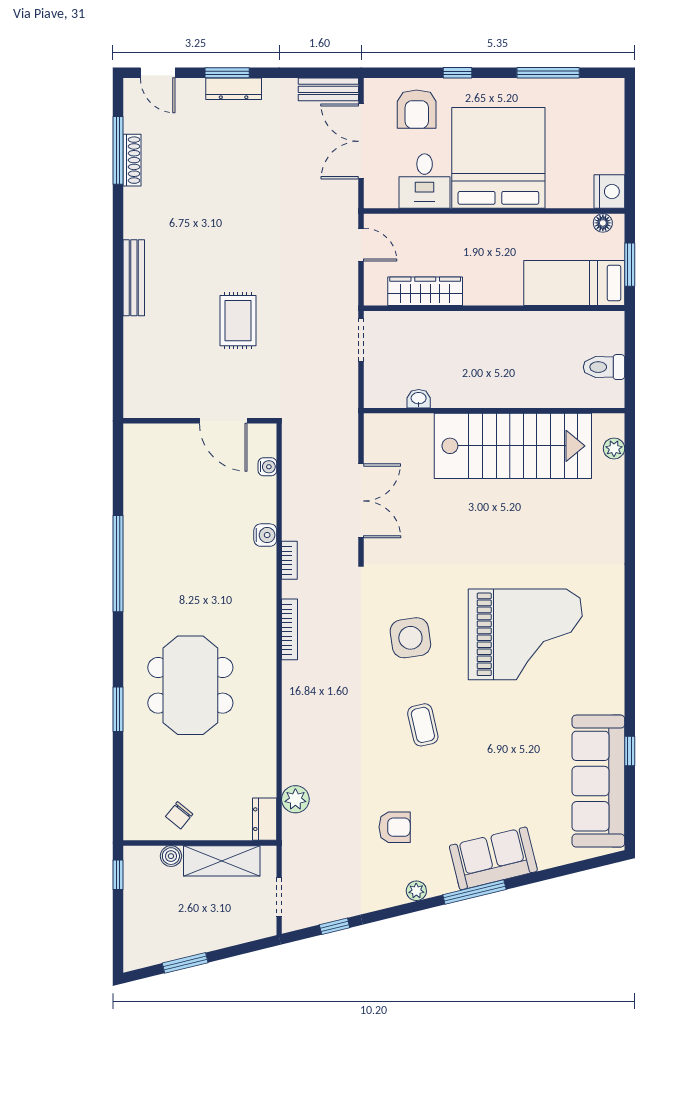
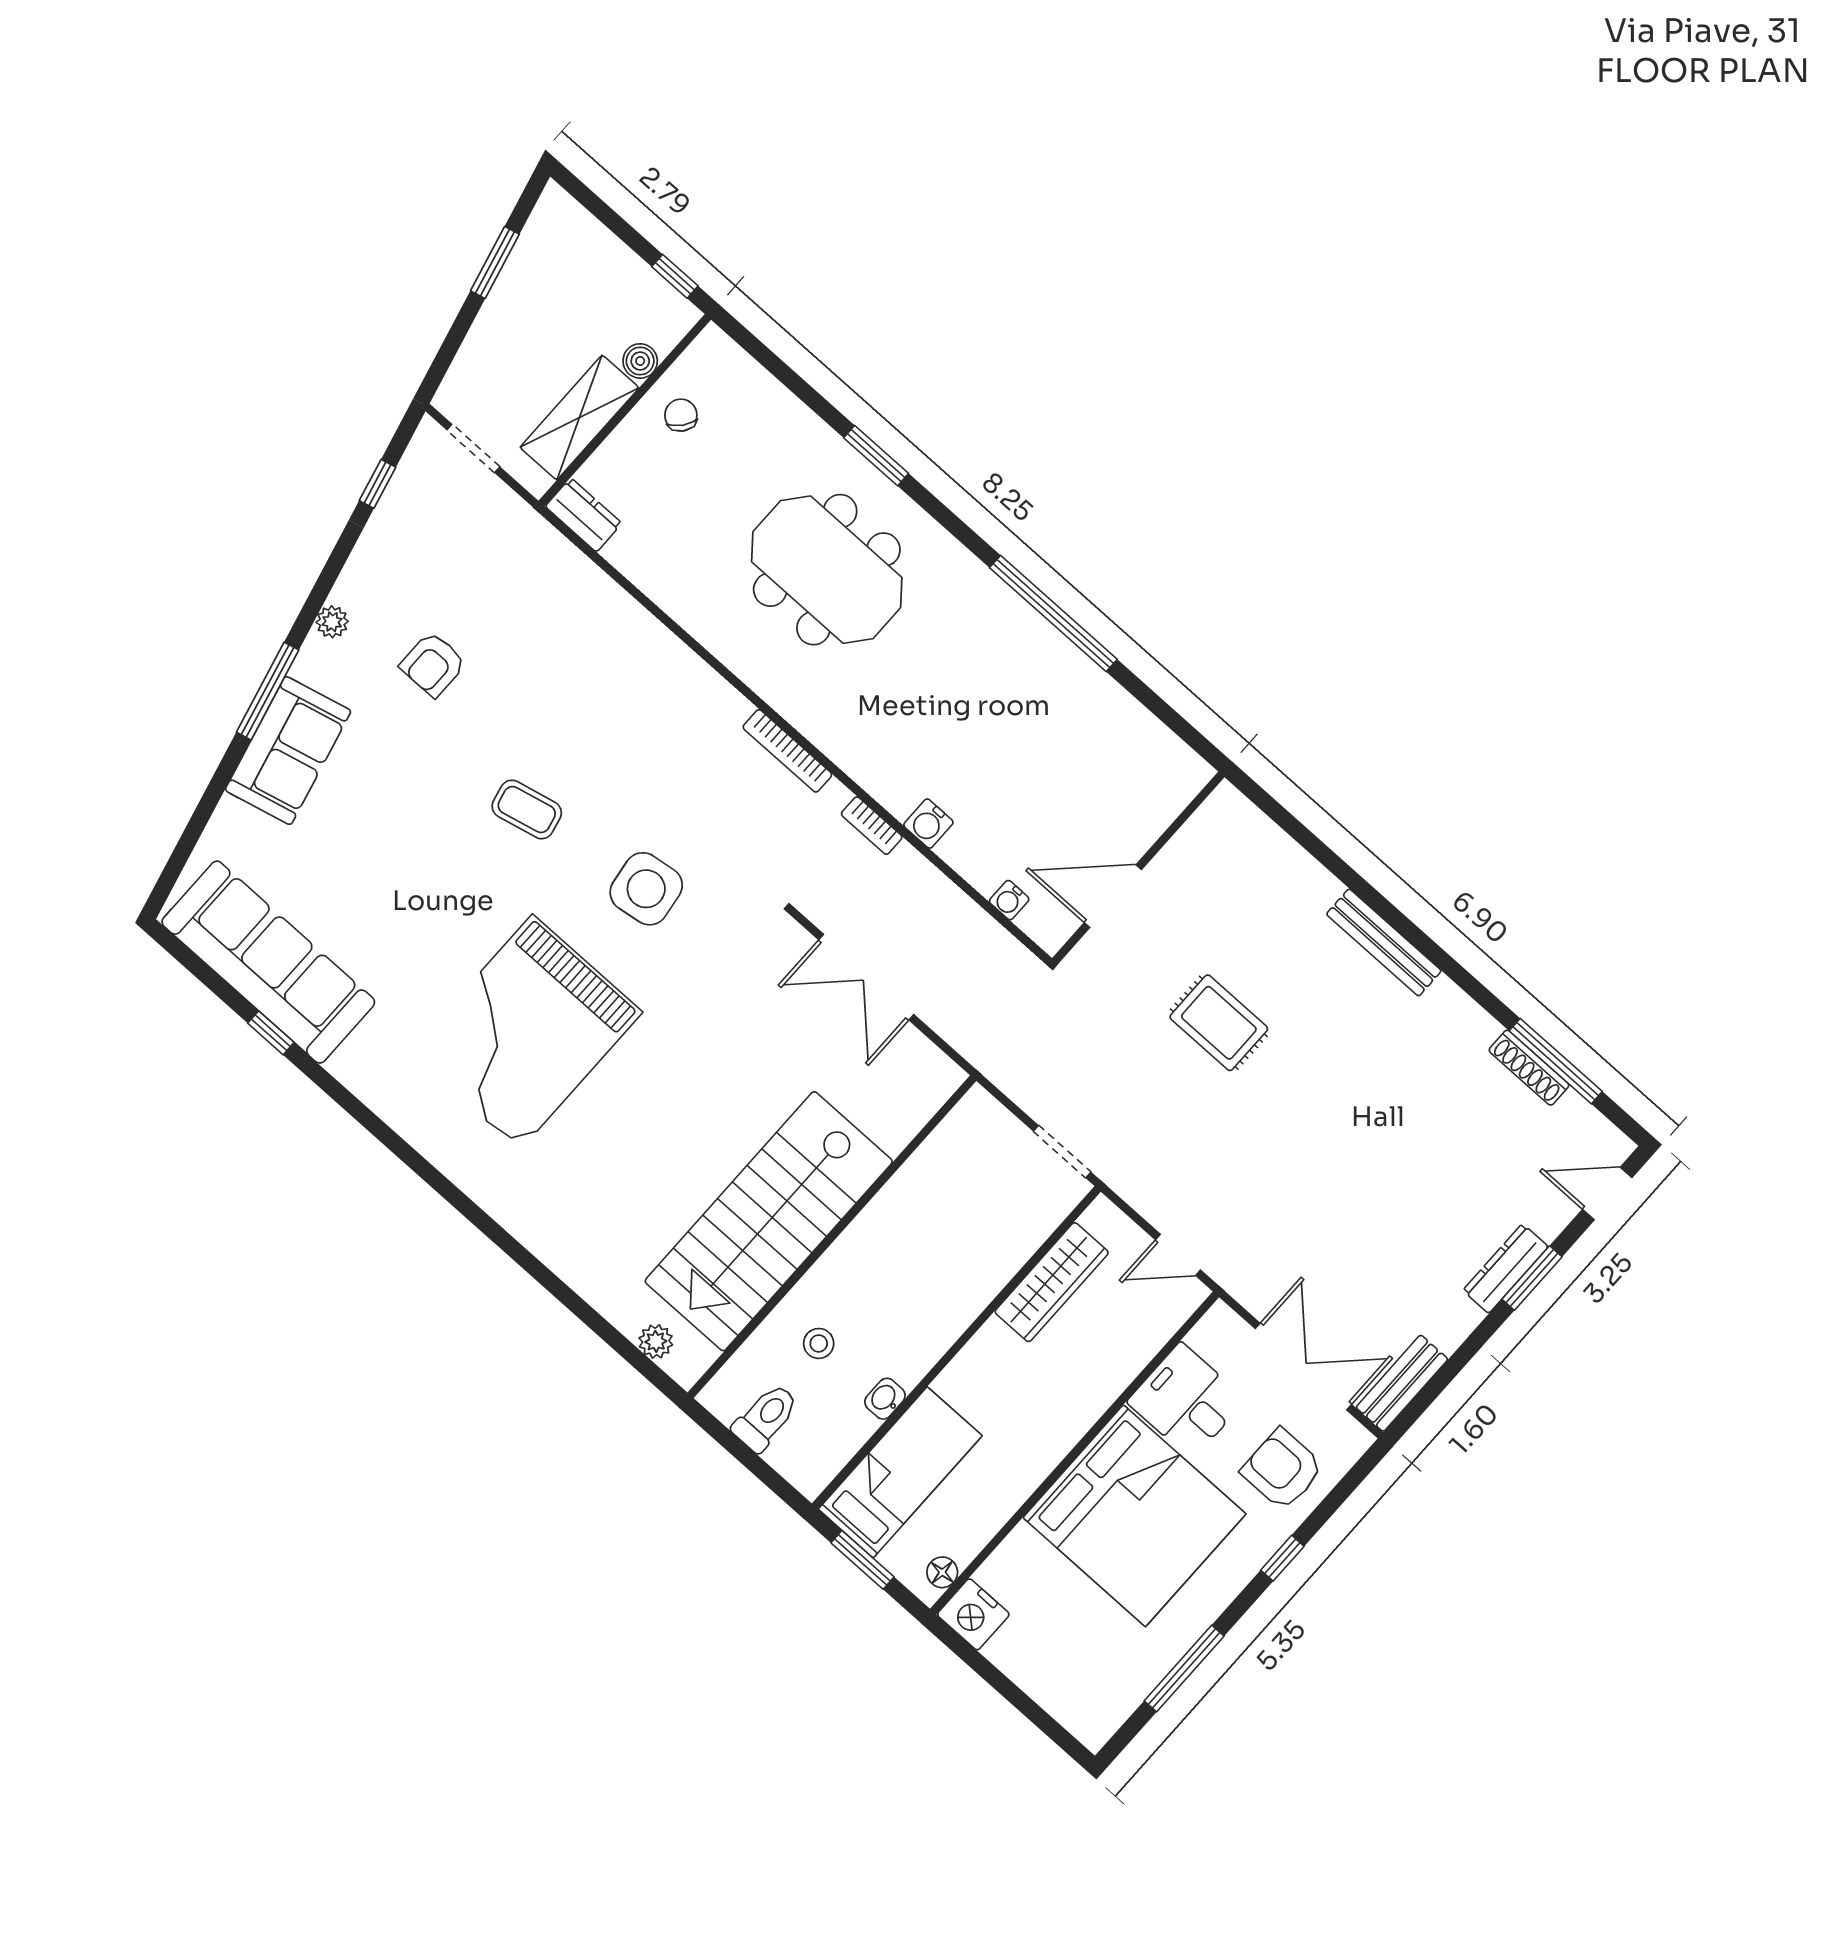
stool: (548, 373) -> (819, 1343), added
washbasin: (419, 399) -> (885, 1399), moved, turned 180
plant: (295, 799) -> (574, 574), removed

